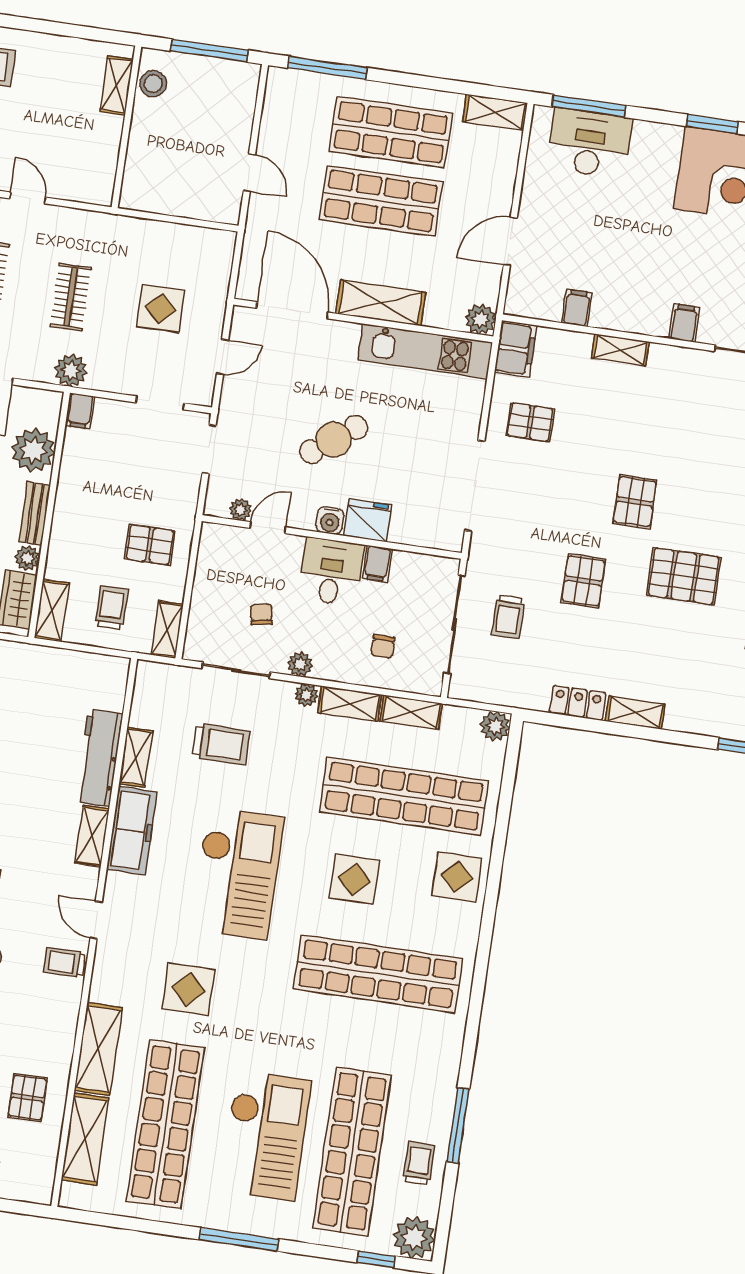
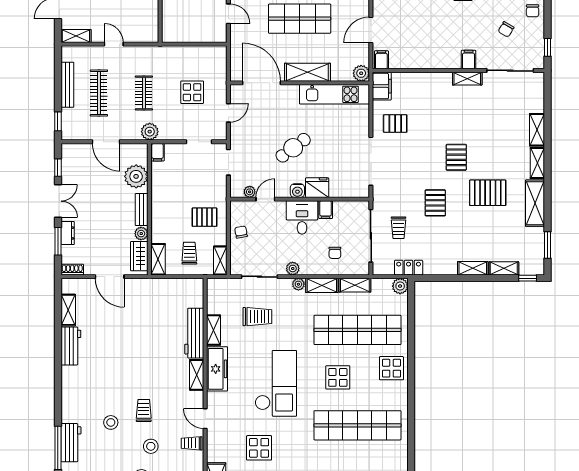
filing cabinet: (577, 308) -> (381, 60), moved
shelving: (620, 350) -> (467, 79), moved
chair: (261, 614) -> (241, 232), moved
locker: (578, 703) -> (409, 268), moved
shelving: (693, 721) -> (504, 268), added

